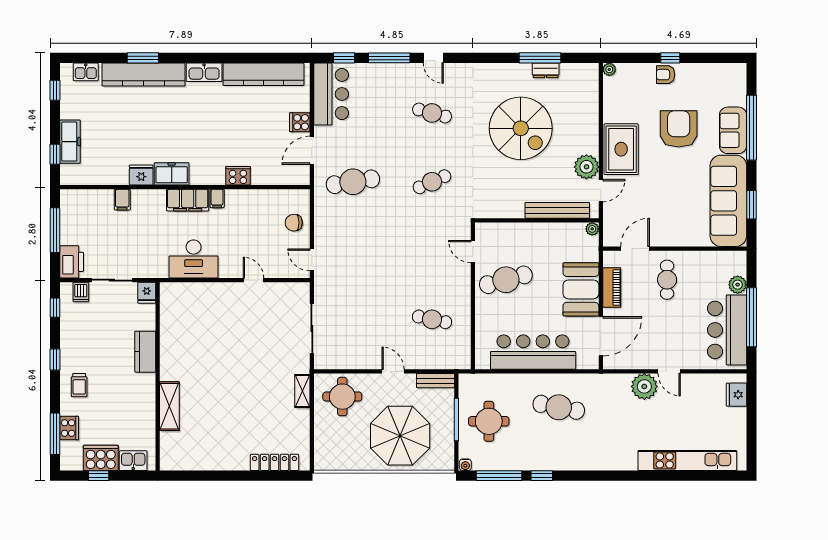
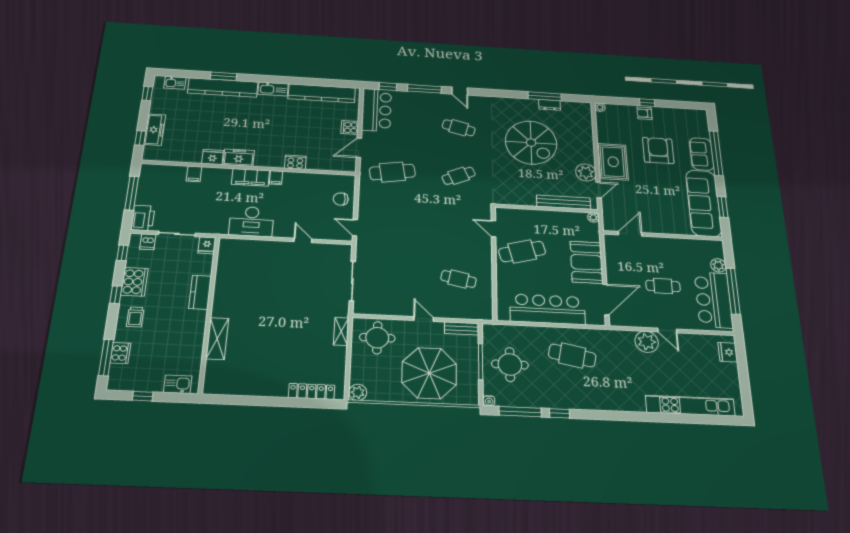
cafe table: (667, 280) -> (663, 286), moved, turned 90
piano: (612, 287) -> (613, 262), removed
cooker: (101, 458) -> (134, 282), moved, turned 90
plant: (324, 461) -> (358, 392), added

